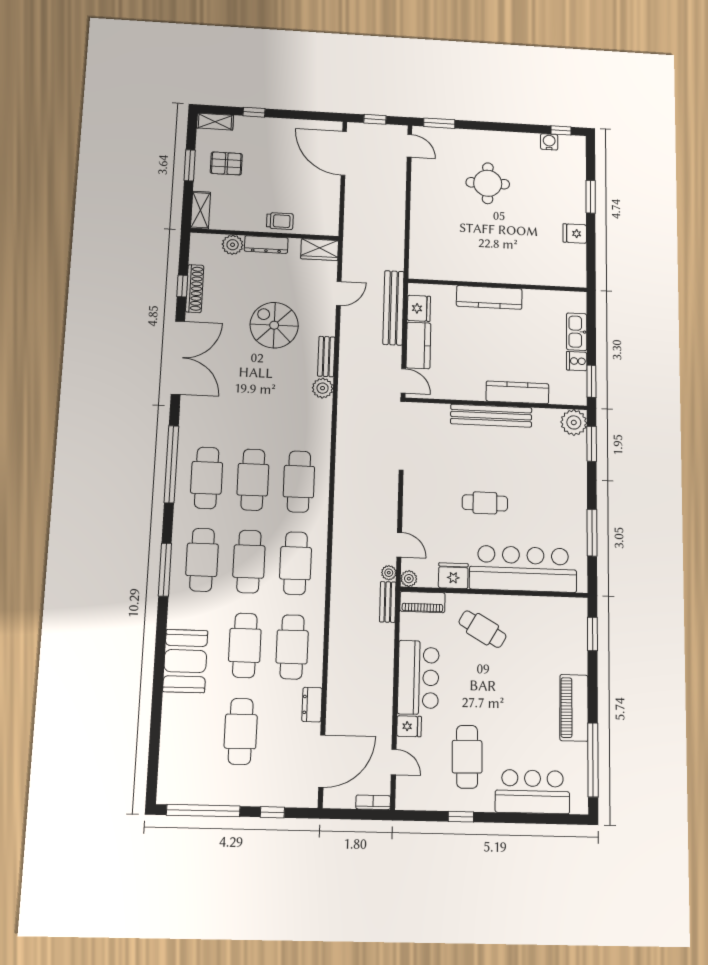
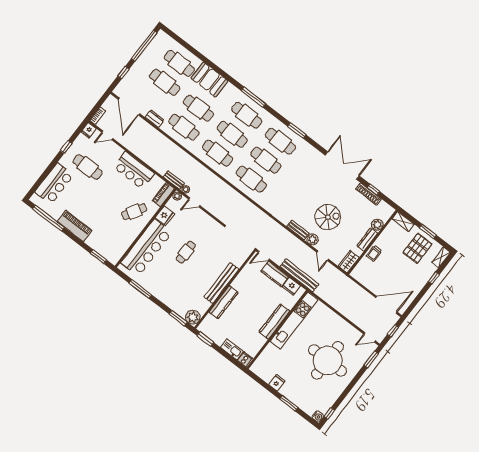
water cooler: (549, 142) -> (318, 416), moved
pallet: (226, 163) -> (418, 248), width x1.50, depth x1.42
round table: (488, 183) -> (328, 360), width x1.86, depth x1.86
kitchen unit: (467, 270) -> (294, 321), added
double door: (178, 358) -> (342, 165), swing flipped
cooker: (577, 361) -> (245, 359), moved
plant: (323, 388) -> (313, 239), moved
window: (171, 464) -> (297, 131), width x0.47
fridge: (409, 726) -> (89, 130), moved
cafe table: (193, 730) -> (179, 63), added

